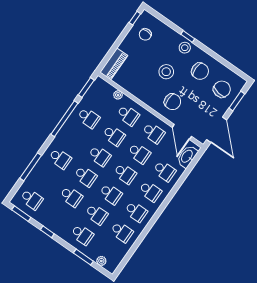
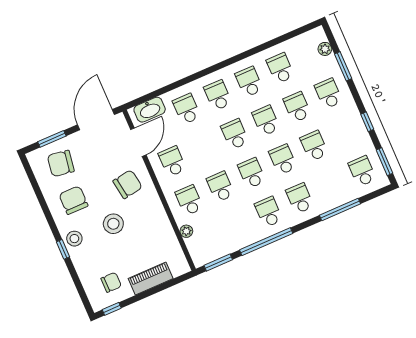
piano: (114, 64) -> (151, 279), moved
chair: (172, 102) -> (128, 184), turned 81
school desk: (88, 118) -> (269, 212), moved
school desk: (139, 153) -> (204, 148), removed

